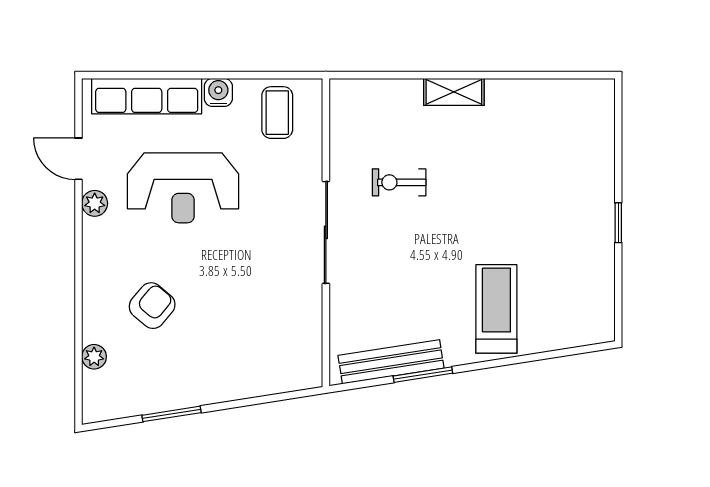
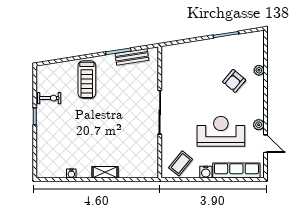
water cooler: (533, 89) -> (71, 173), added
coffee table: (277, 113) -> (181, 163), turned 39
exercise bike: (399, 182) -> (49, 98), moved
plant: (94, 357) -> (259, 70), moved
bench: (391, 362) -> (132, 57), width x0.73

